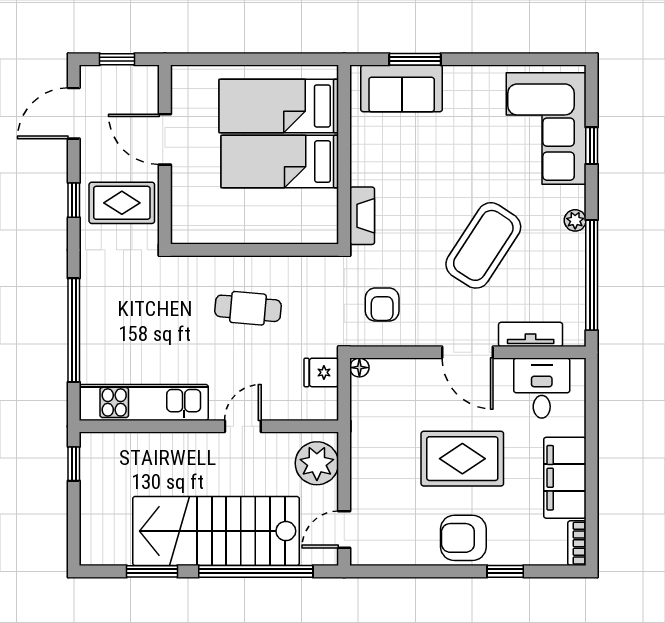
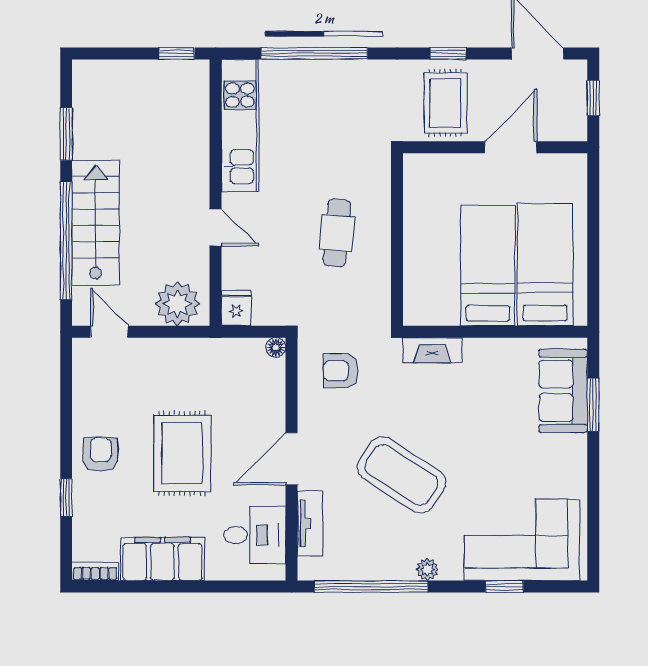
fridge: (321, 372) -> (236, 308), moved
stairs: (216, 531) -> (96, 223), width x0.73, depth x0.66
armchair: (463, 538) -> (101, 454), width x0.72, depth x0.72

